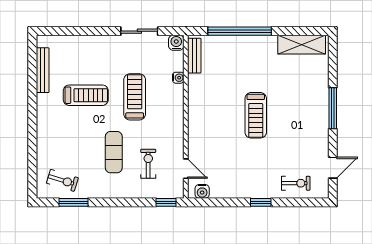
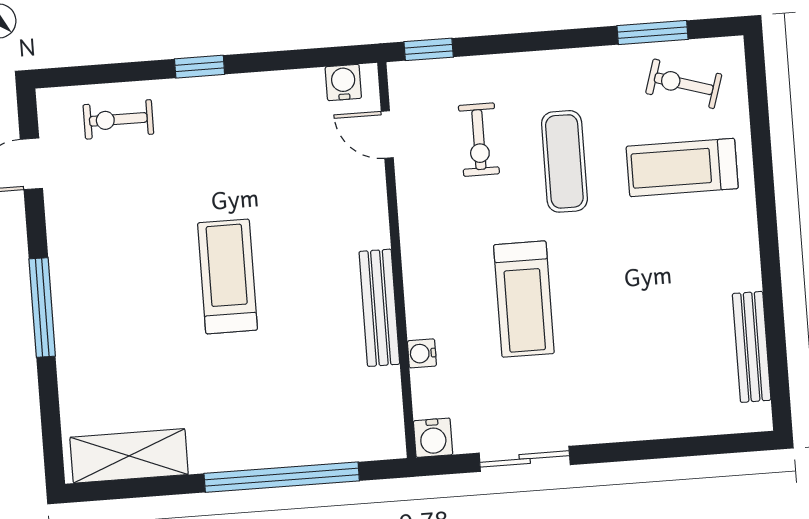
bench: (194, 56) -> (379, 308), moved, width x1.36
treadmill: (86, 95) -> (682, 167), moved

